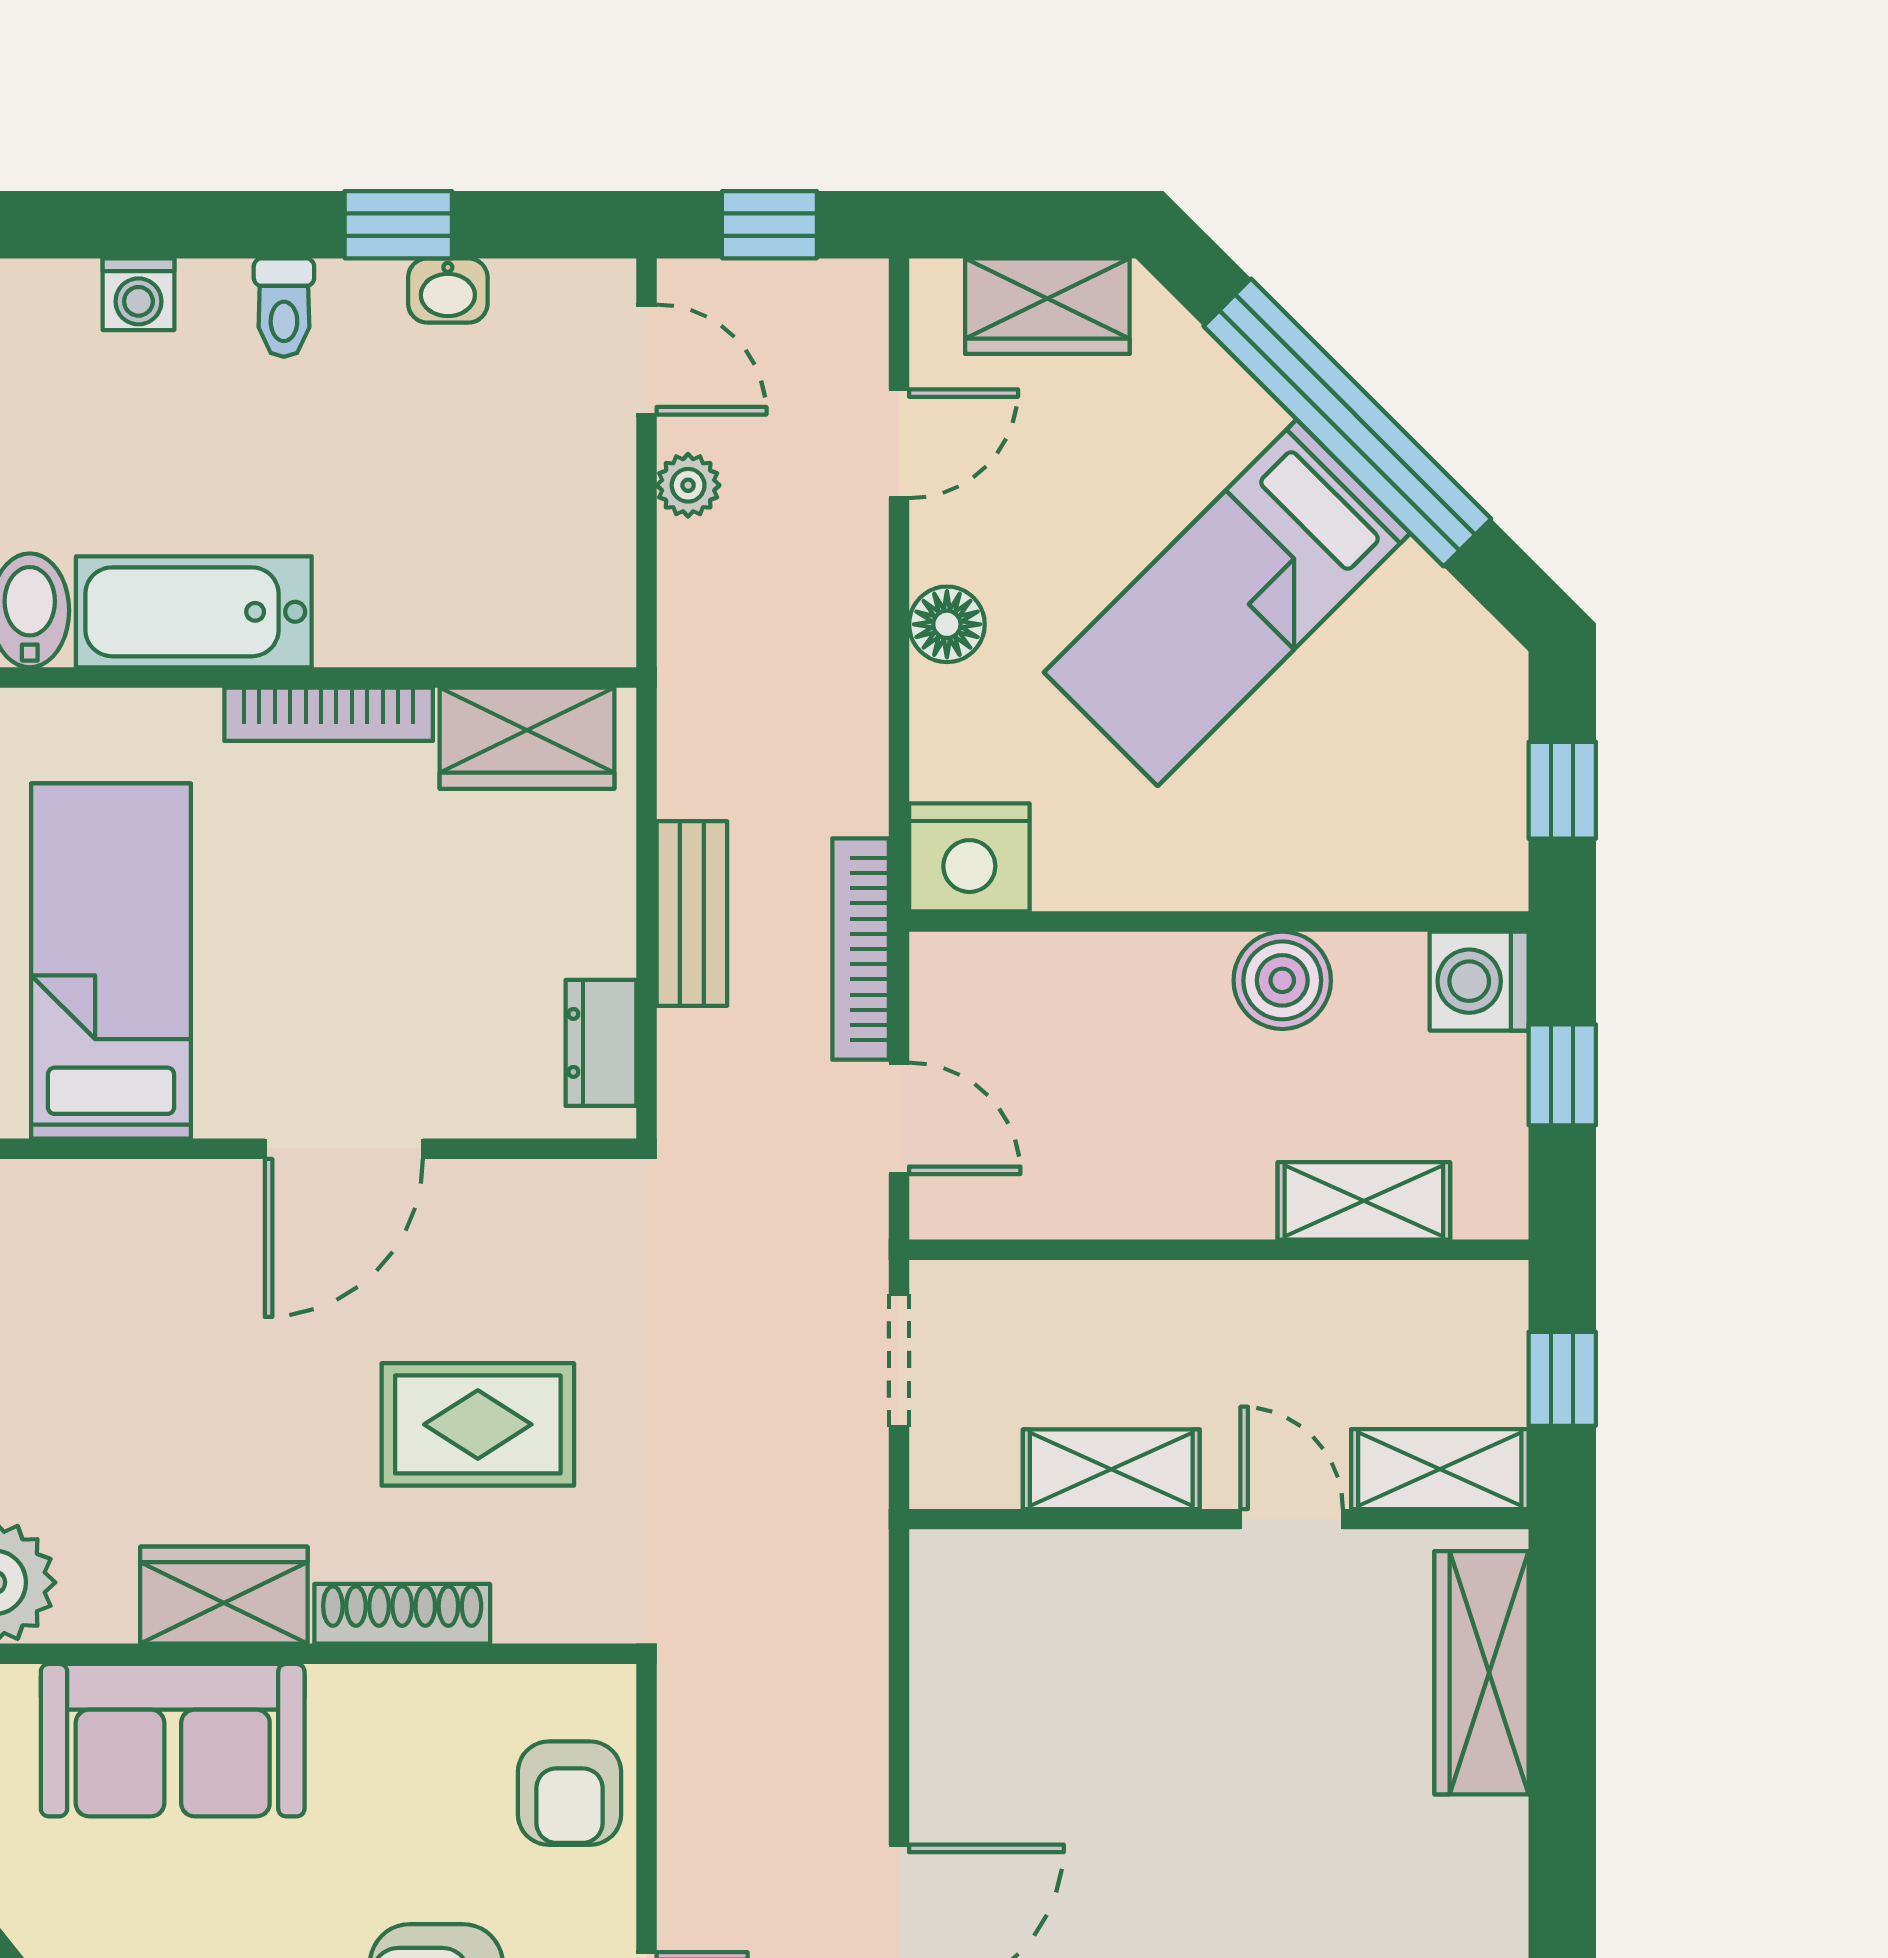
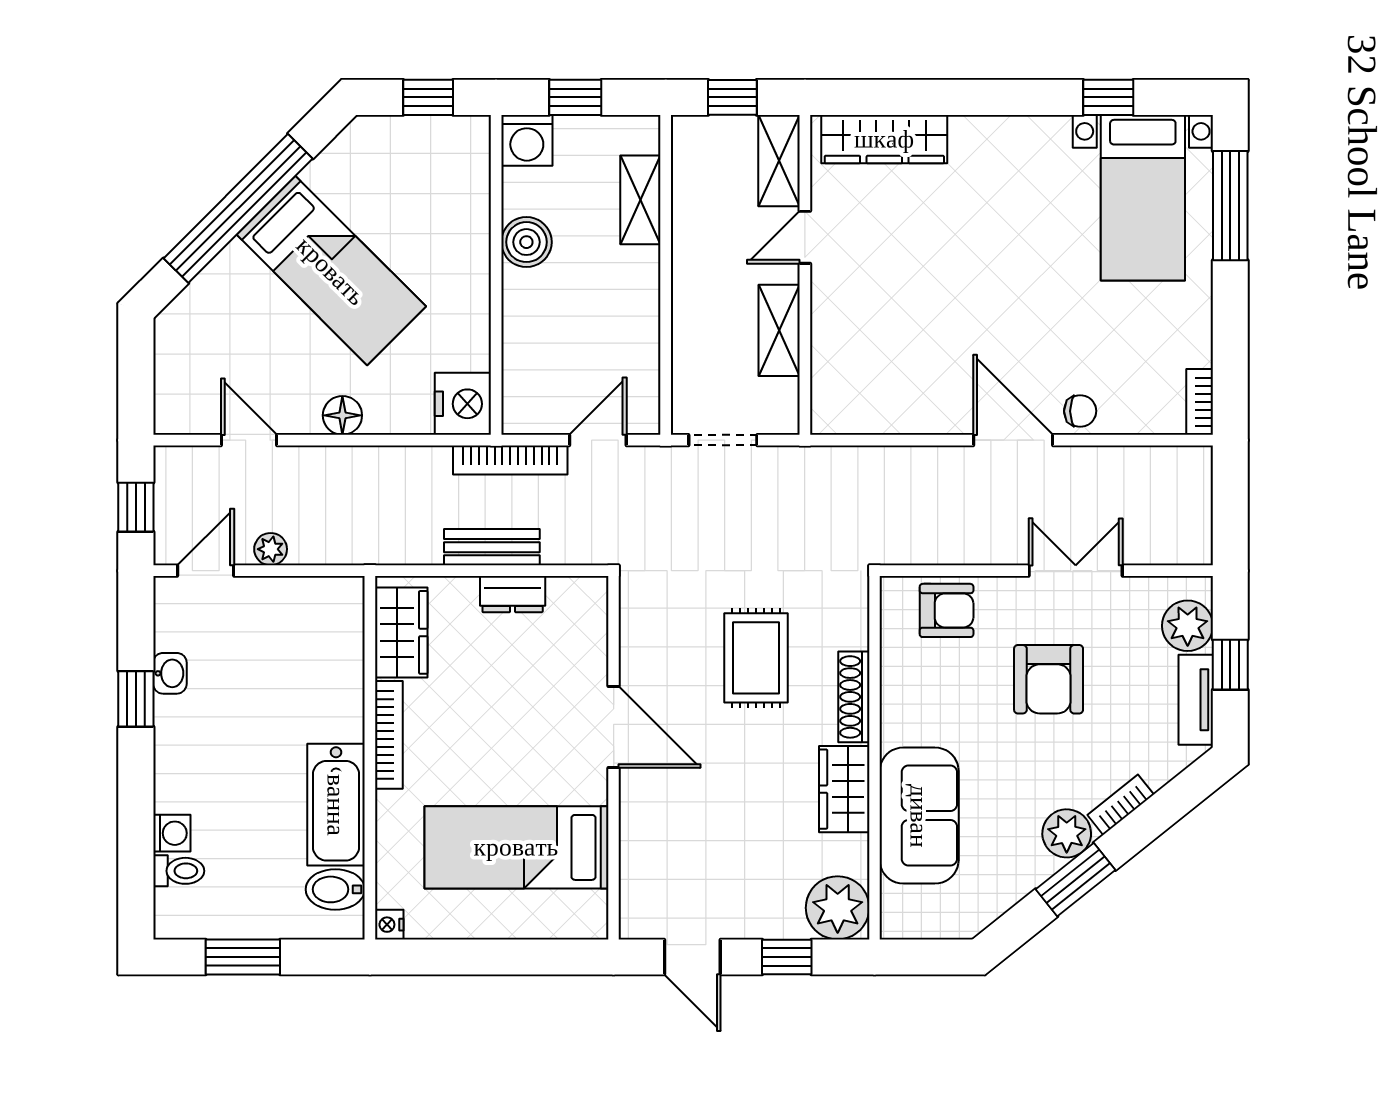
wardrobe: (1047, 306) -> (178, 363), removed
toilet: (284, 308) -> (179, 871), moved
dresser: (601, 1043) -> (513, 594), moved

